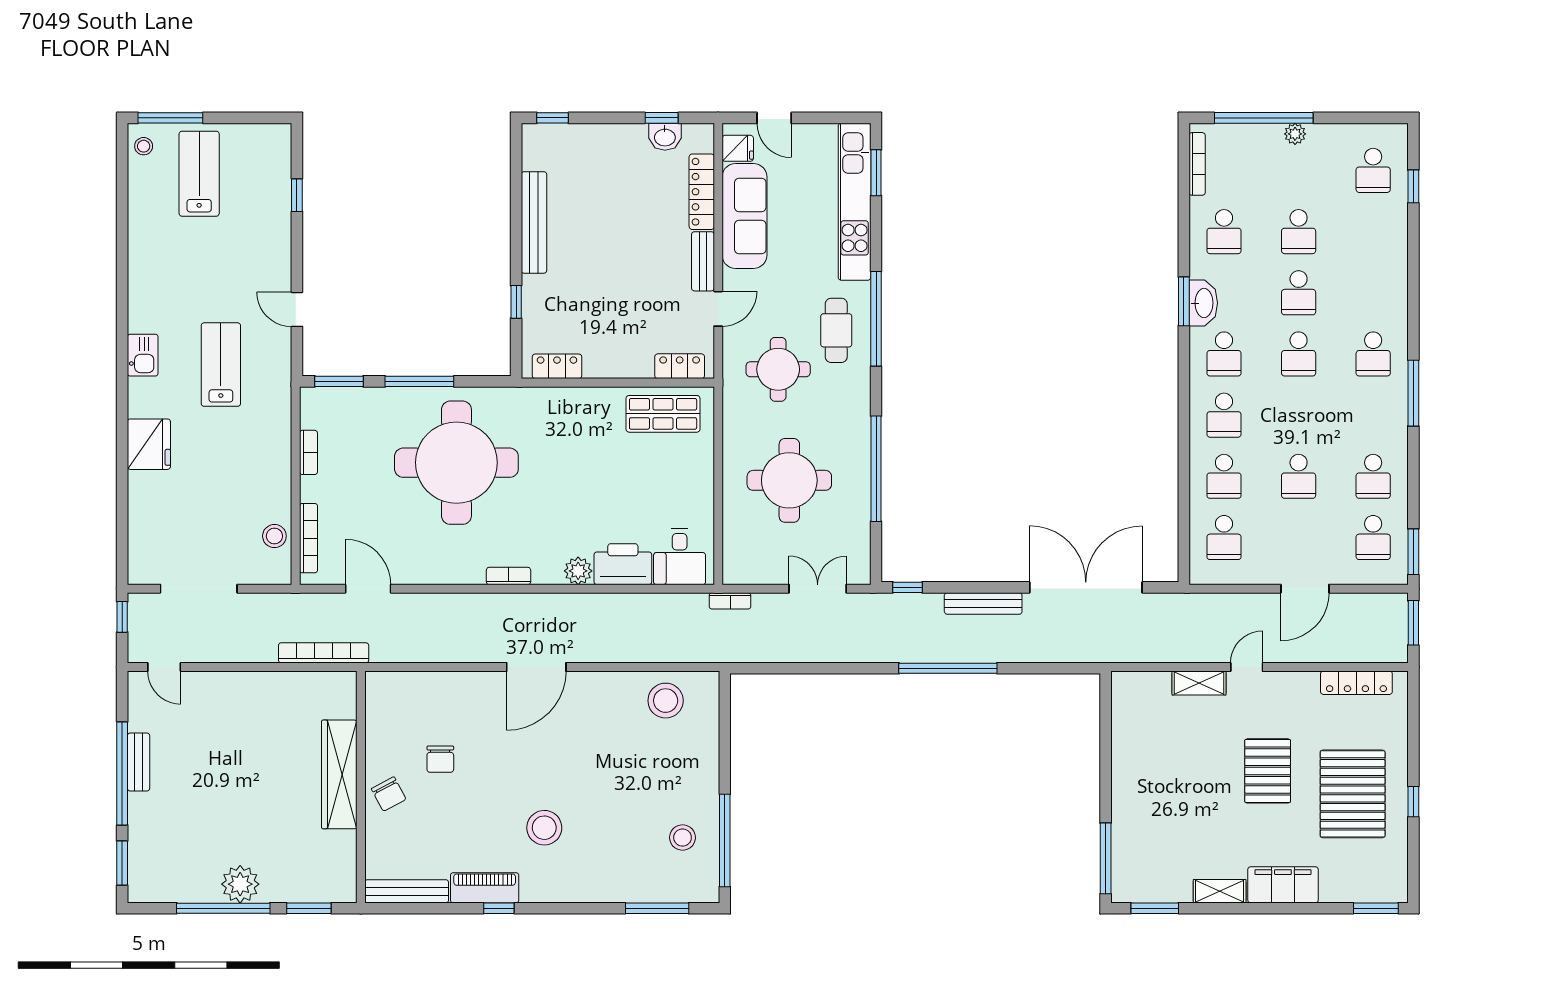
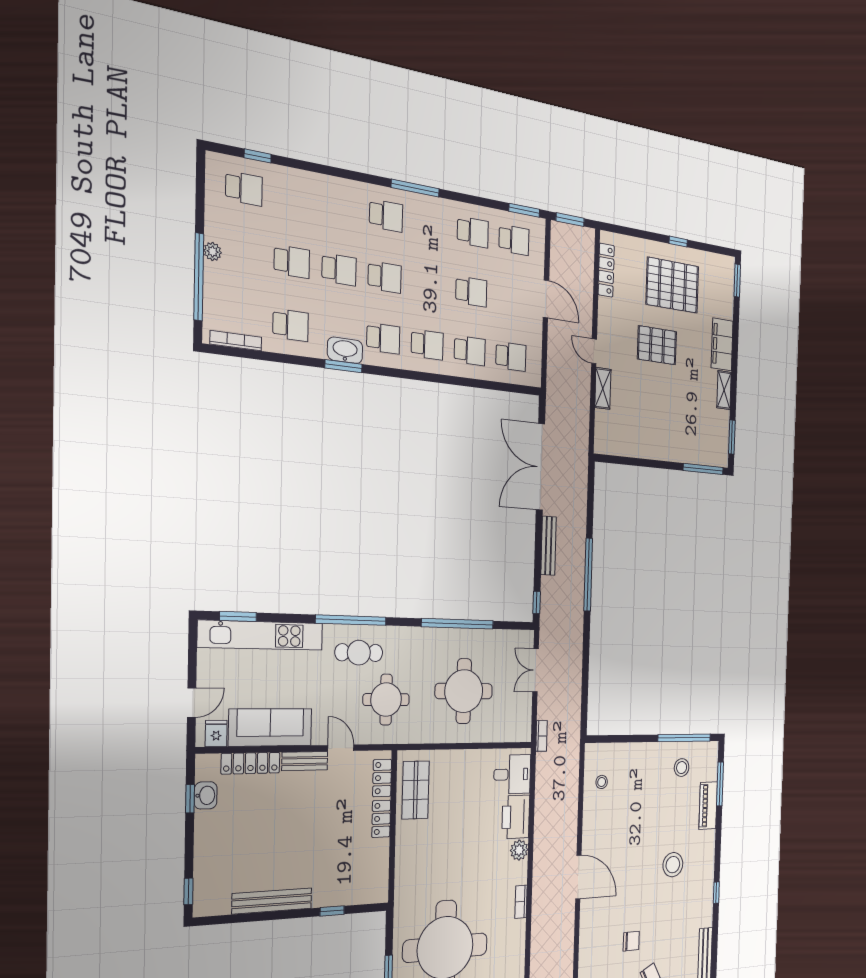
locker: (557, 366) -> (381, 819), moved
stool: (666, 701) -> (602, 782), width x0.53, depth x0.53
piano: (485, 888) -> (708, 806), moved

